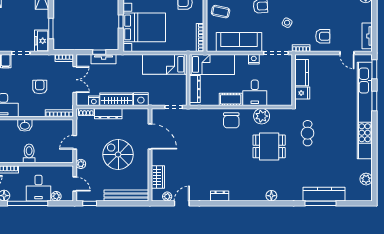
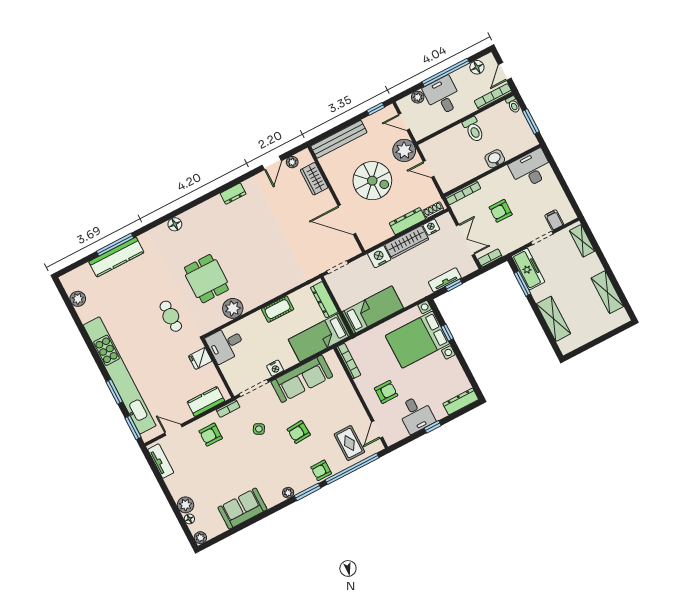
coffee table: (221, 12) -> (341, 402), removed
freezer: (42, 41) -> (528, 269), width x1.40
kitchen counter: (302, 73) -> (206, 401), moved, turned 90
double door: (75, 80) -> (465, 240), swing flipped
armchair: (40, 87) -> (501, 211), turned 90
desk: (255, 93) -> (226, 344), moved, turned -90
chair: (231, 120) -> (265, 286), removed
door: (75, 142) -> (429, 169), swing flipped
dining table: (269, 146) -> (206, 279), turned 90
plant: (81, 164) -> (404, 150), width x1.88, depth x1.88

